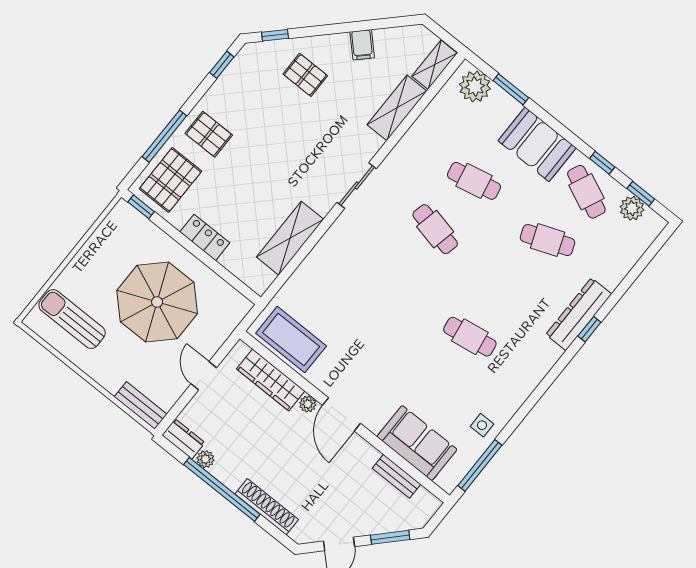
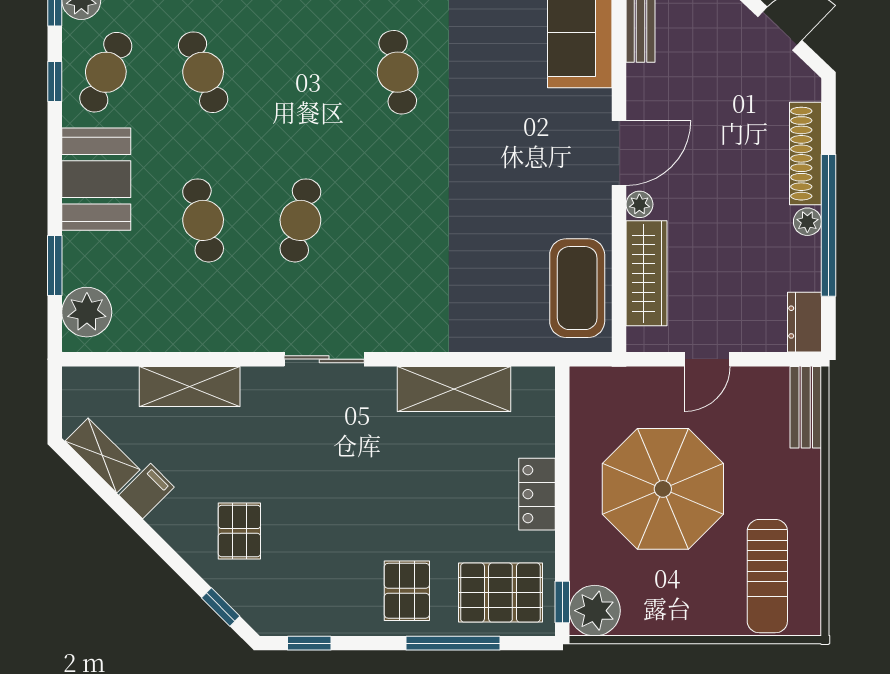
shelving: (435, 65) -> (102, 455), moved, turned 45
plant: (124, 220) -> (595, 611), added
plant: (205, 459) -> (807, 222), moved

